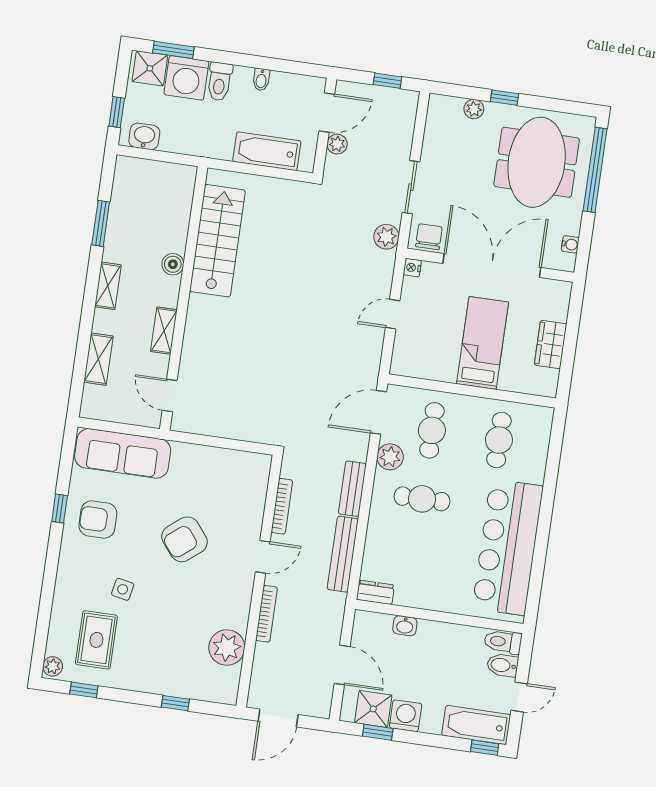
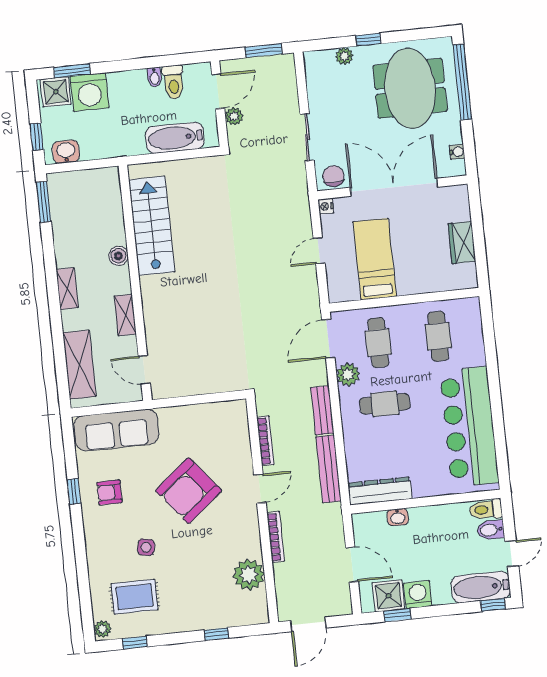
toilet: (220, 81) -> (173, 82), moved
window: (387, 81) -> (263, 51), width x1.50
window: (101, 223) -> (44, 202), moved
plant: (386, 237) -> (297, 185), removed
bed: (483, 343) -> (375, 259), moved
shelving: (98, 359) -> (79, 365), width x1.50, depth x1.33
armchair: (98, 519) -> (109, 492), width x0.72, depth x0.72
armchair: (185, 539) -> (189, 491), width x1.36, depth x1.36
dresser: (375, 592) -> (380, 491), width x1.96, depth x1.24
rug: (96, 640) -> (135, 597), turned 90

